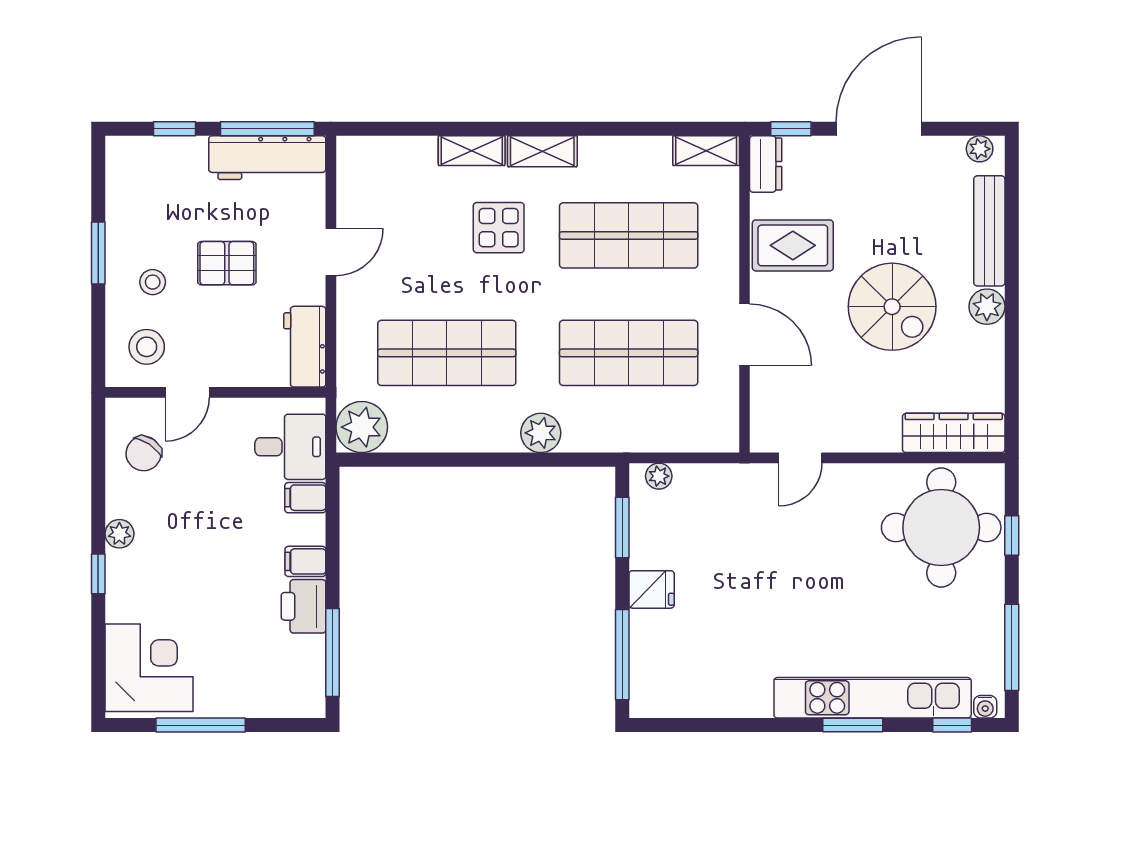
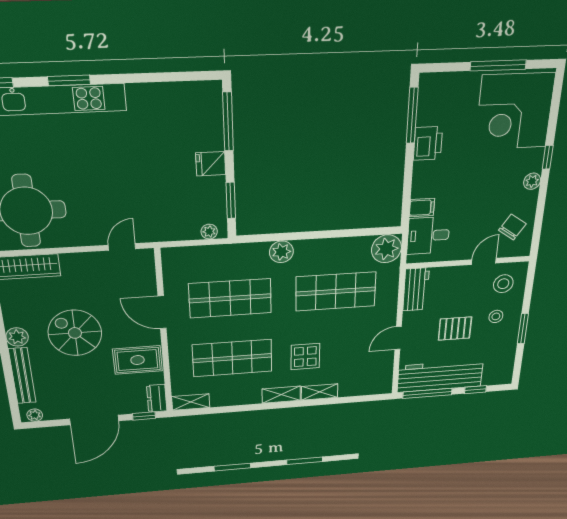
workbench: (267, 158) -> (440, 376), width x1.36, depth x1.32
filing cabinet: (305, 561) -> (425, 171), removed
corner desk: (149, 668) -> (515, 112), width x1.36, depth x1.36

